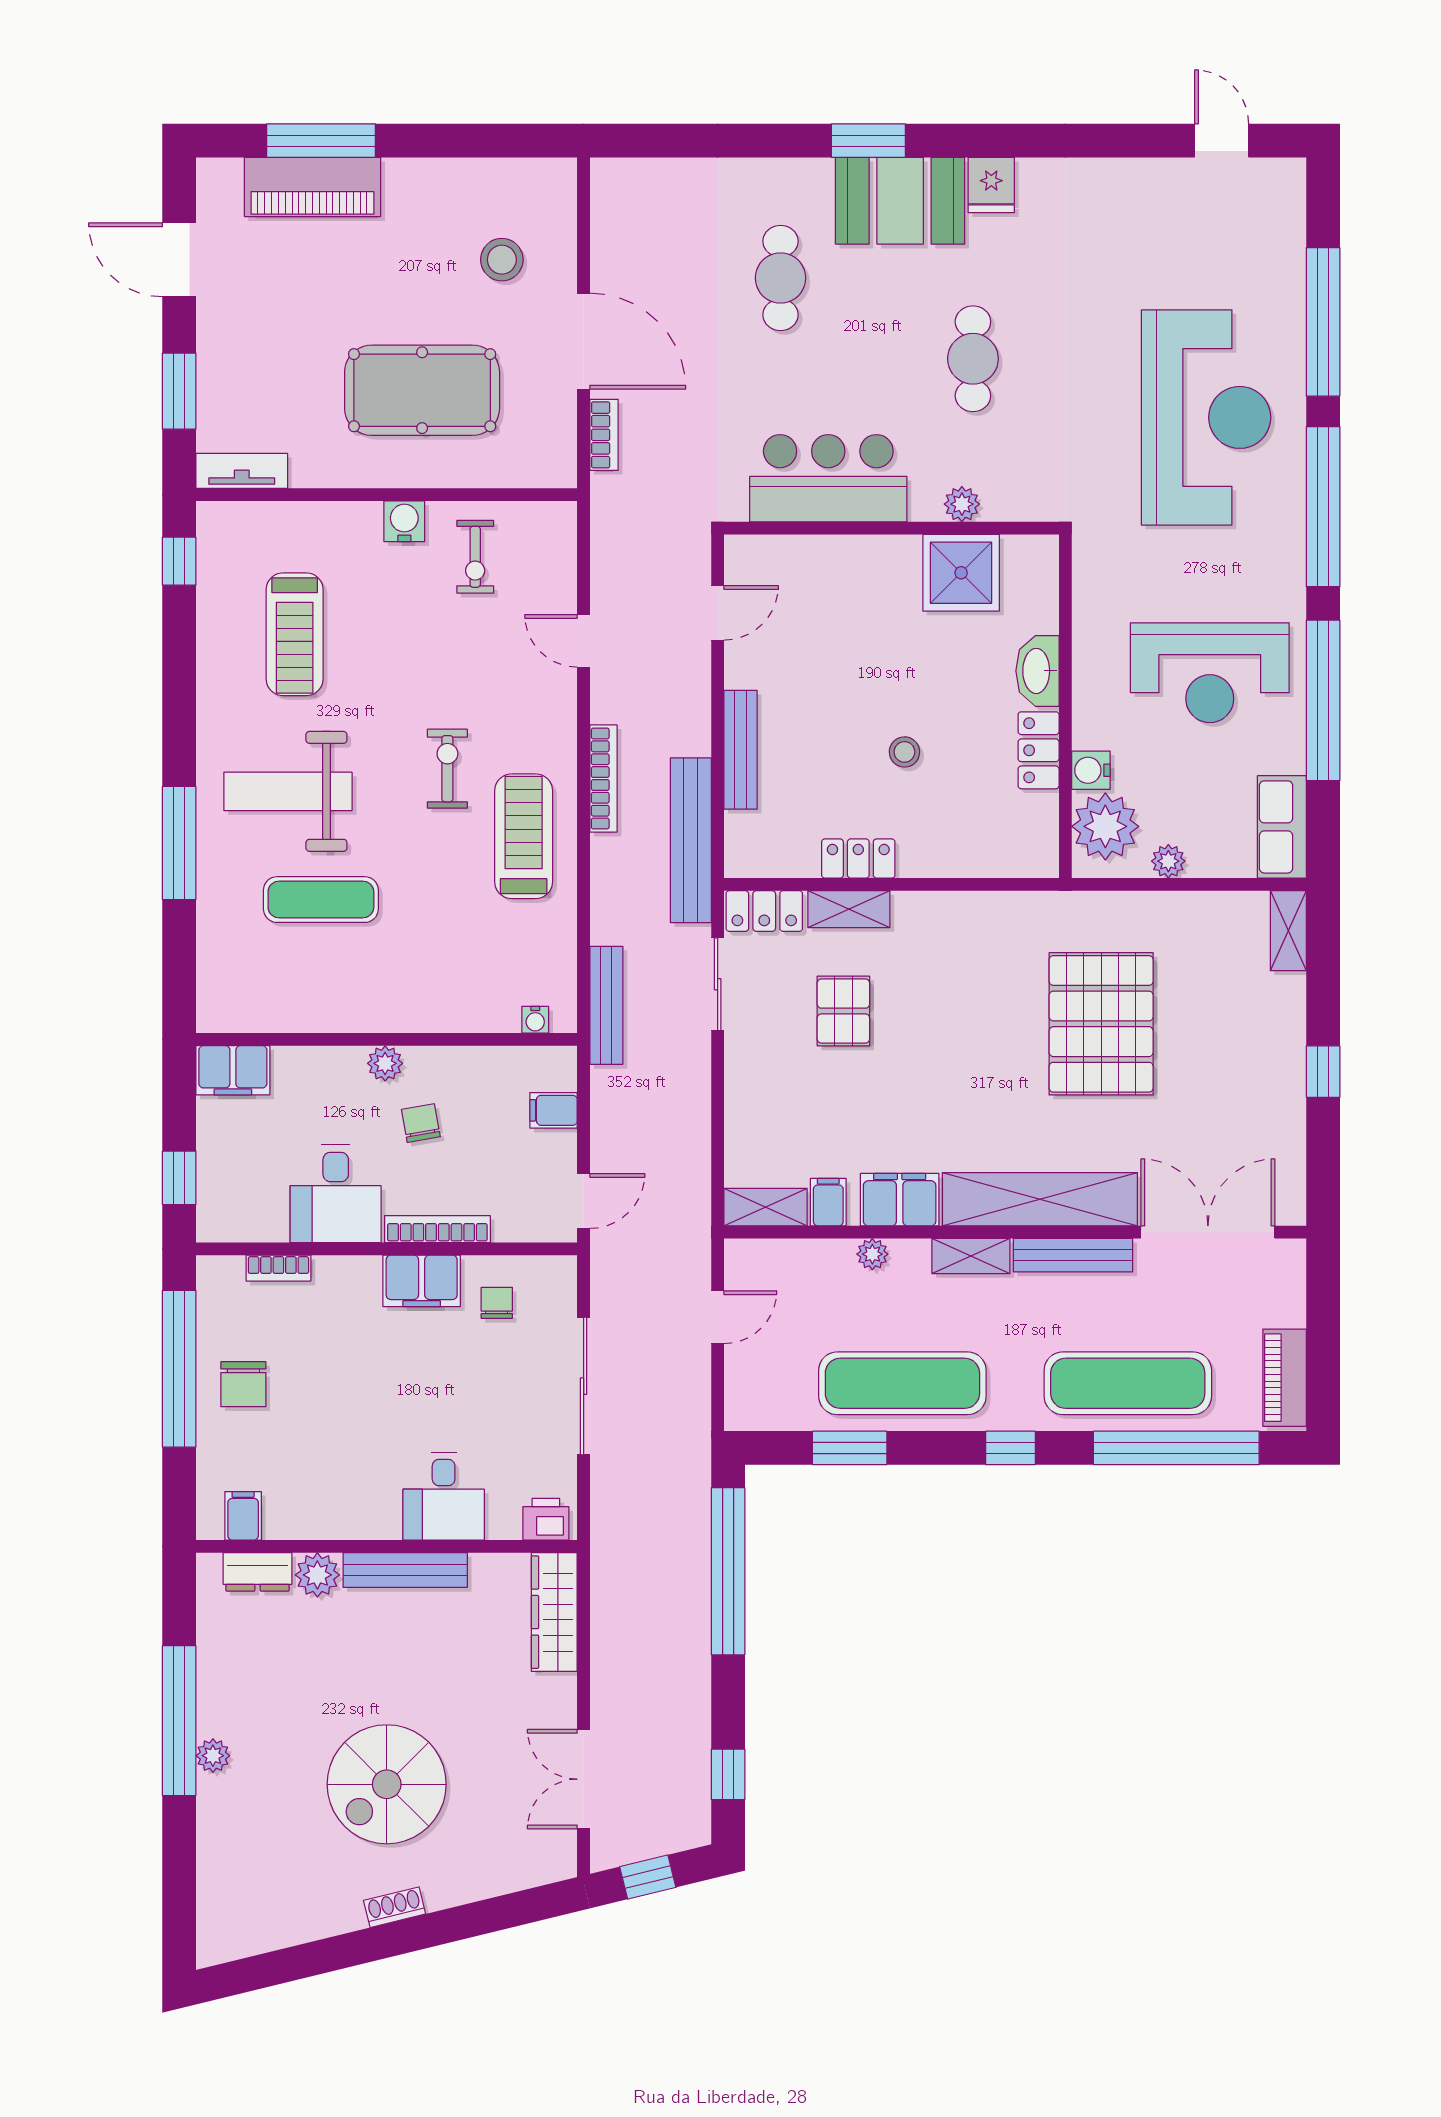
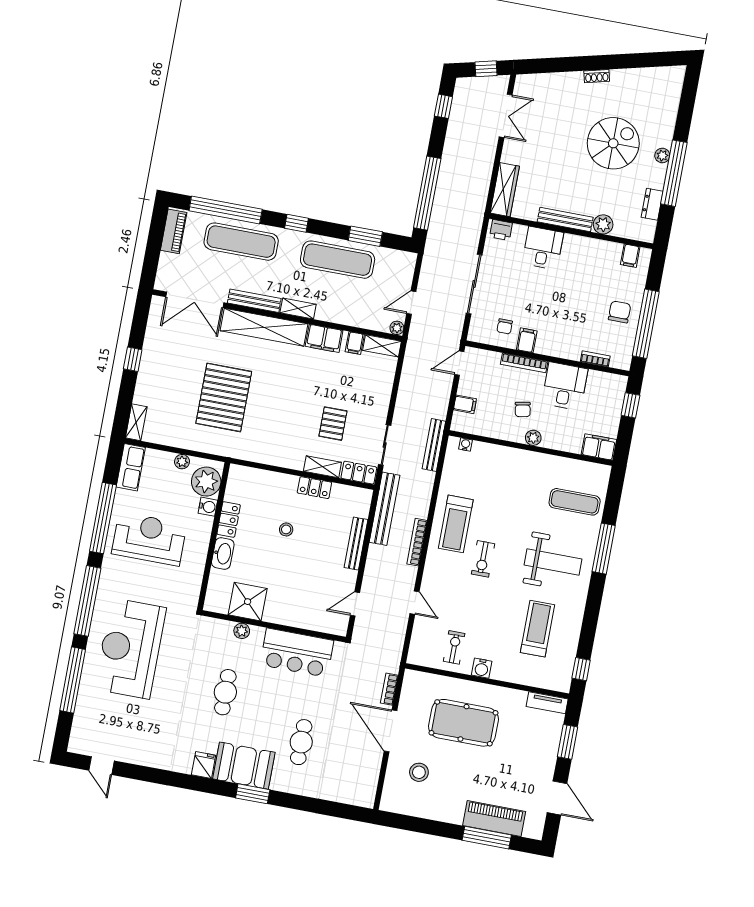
exercise mat: (321, 900) -> (575, 502), moved
plant: (872, 1254) -> (397, 328), moved
filing cabinet: (422, 1281) -> (527, 340), width x0.50
dresser: (257, 1572) -> (652, 204), moved, turned -90
spiral stairs: (387, 1784) -> (613, 143), moved

